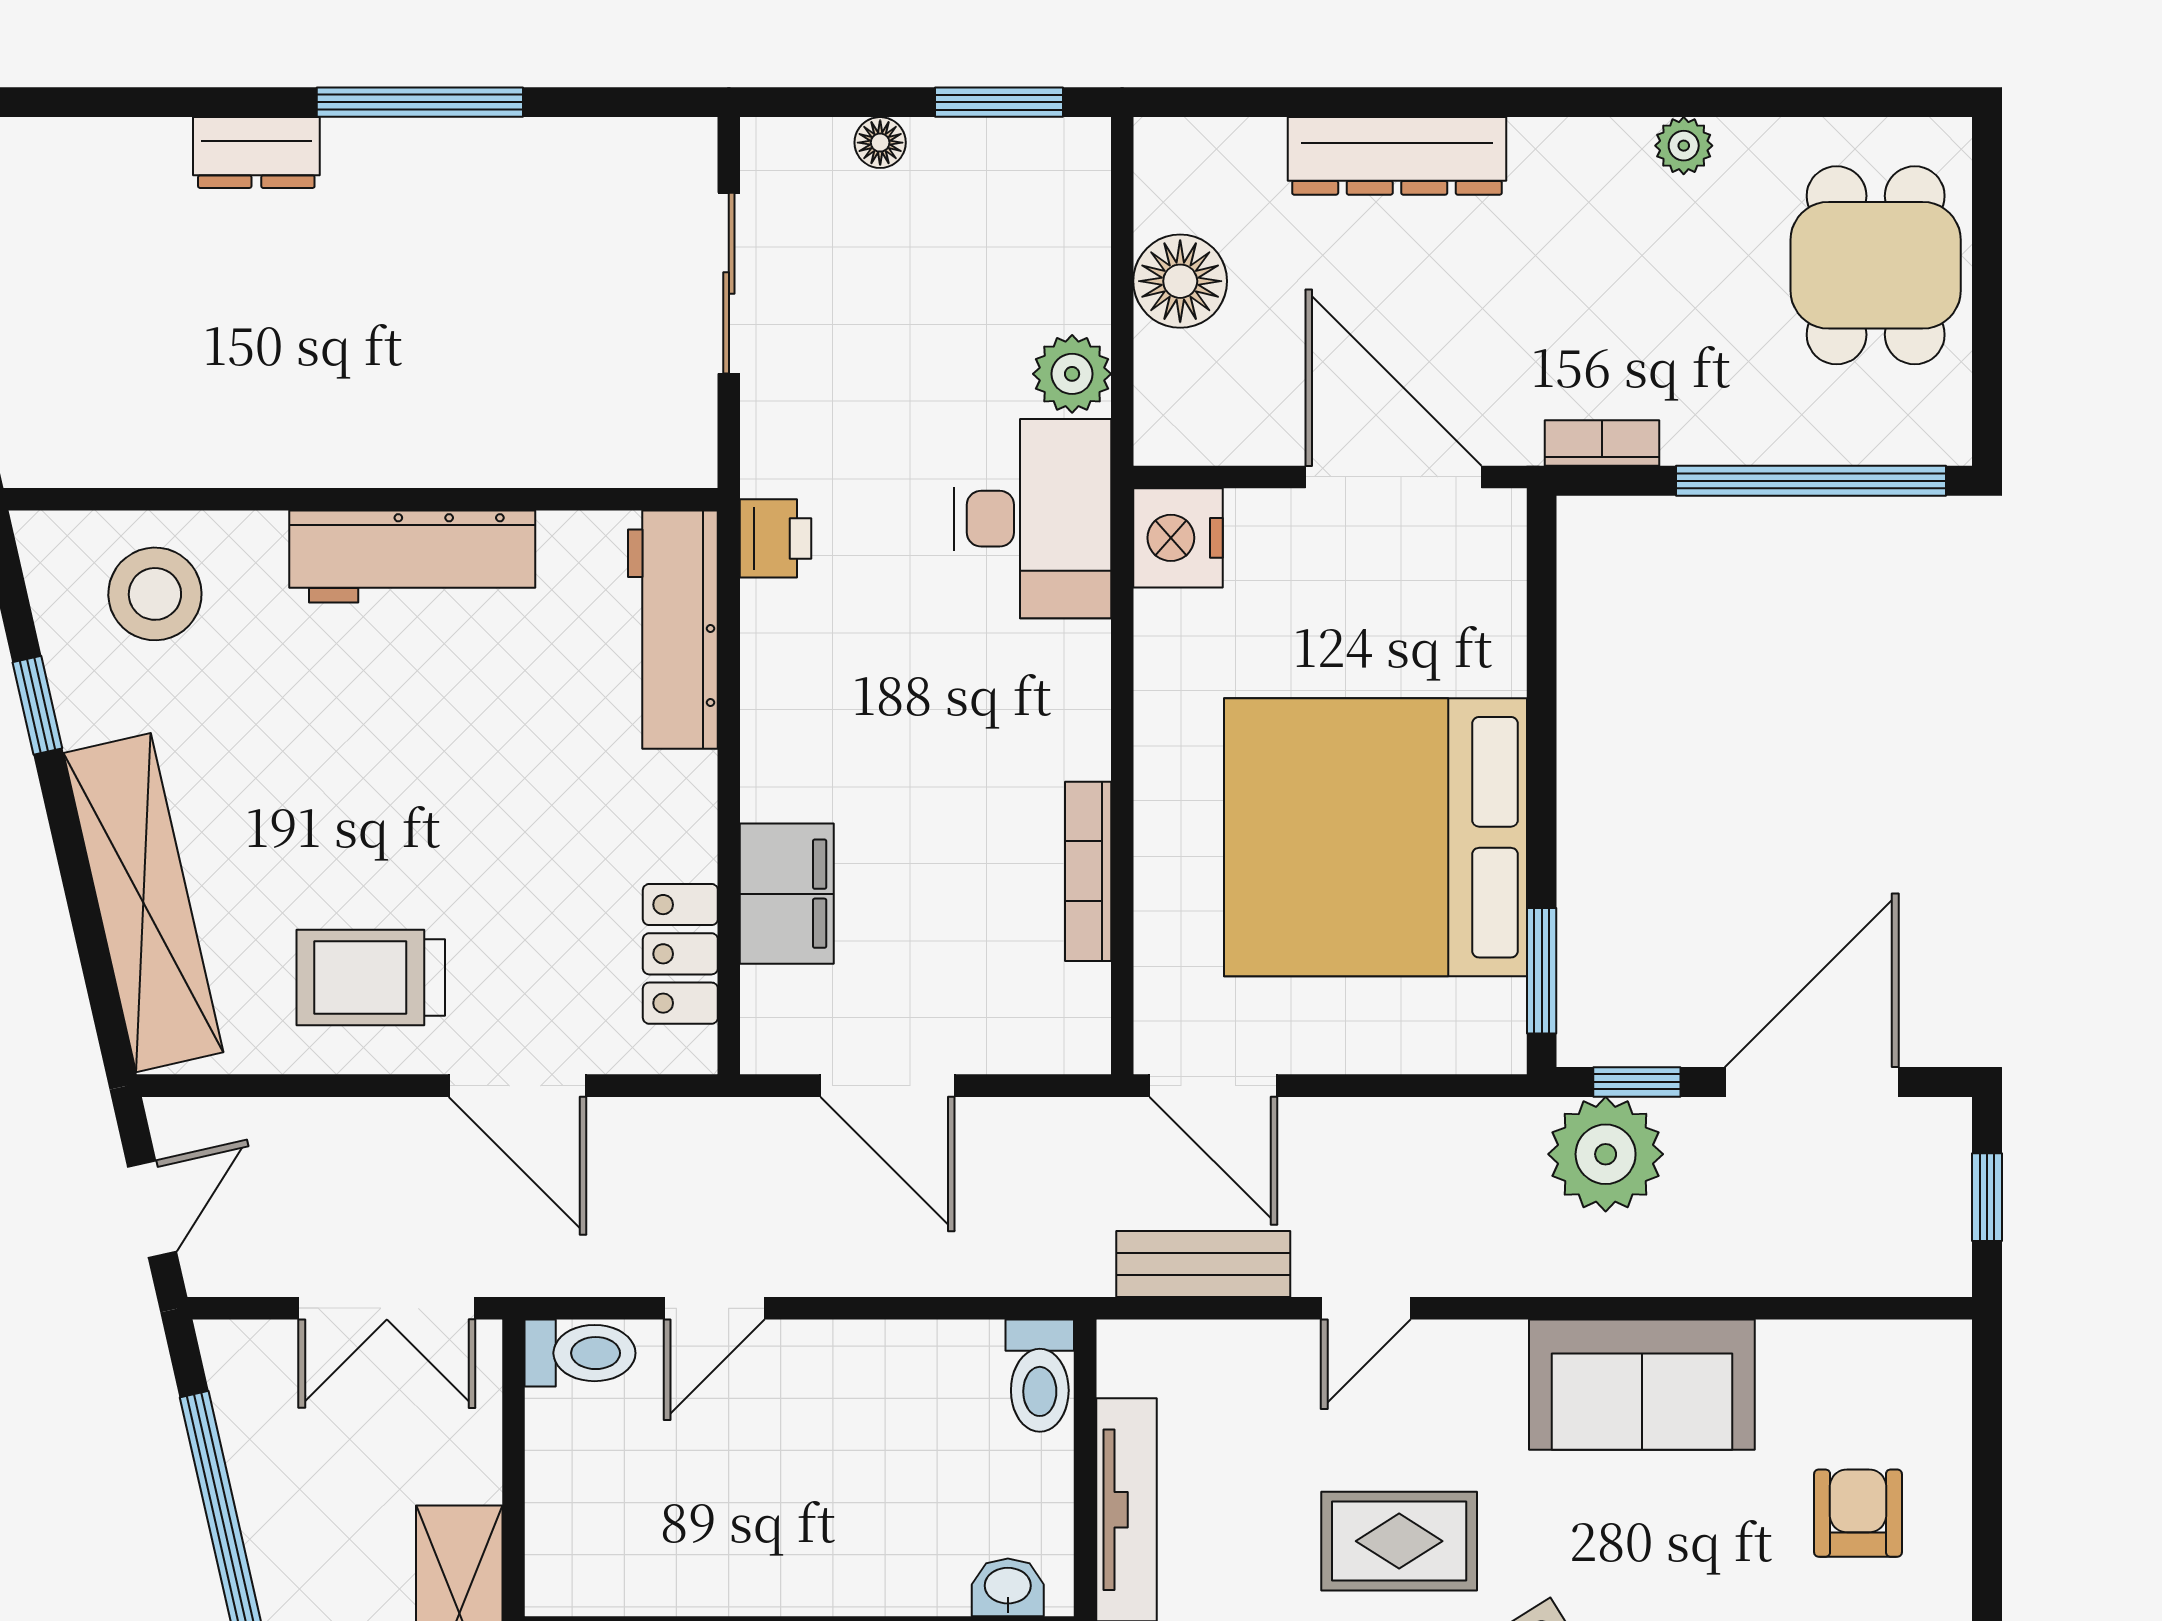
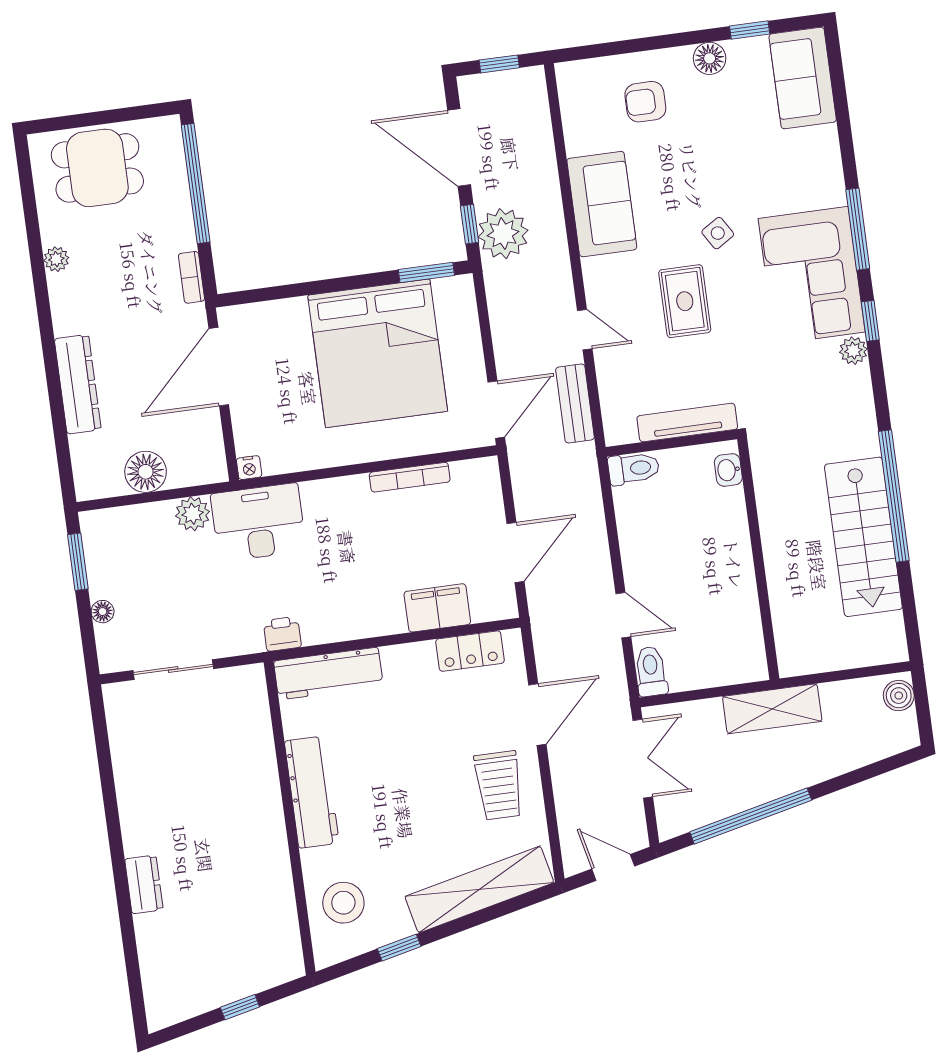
window: (420, 102) -> (112, 816), removed
nightstand: (1178, 538) -> (249, 468), width x0.53, depth x0.56

